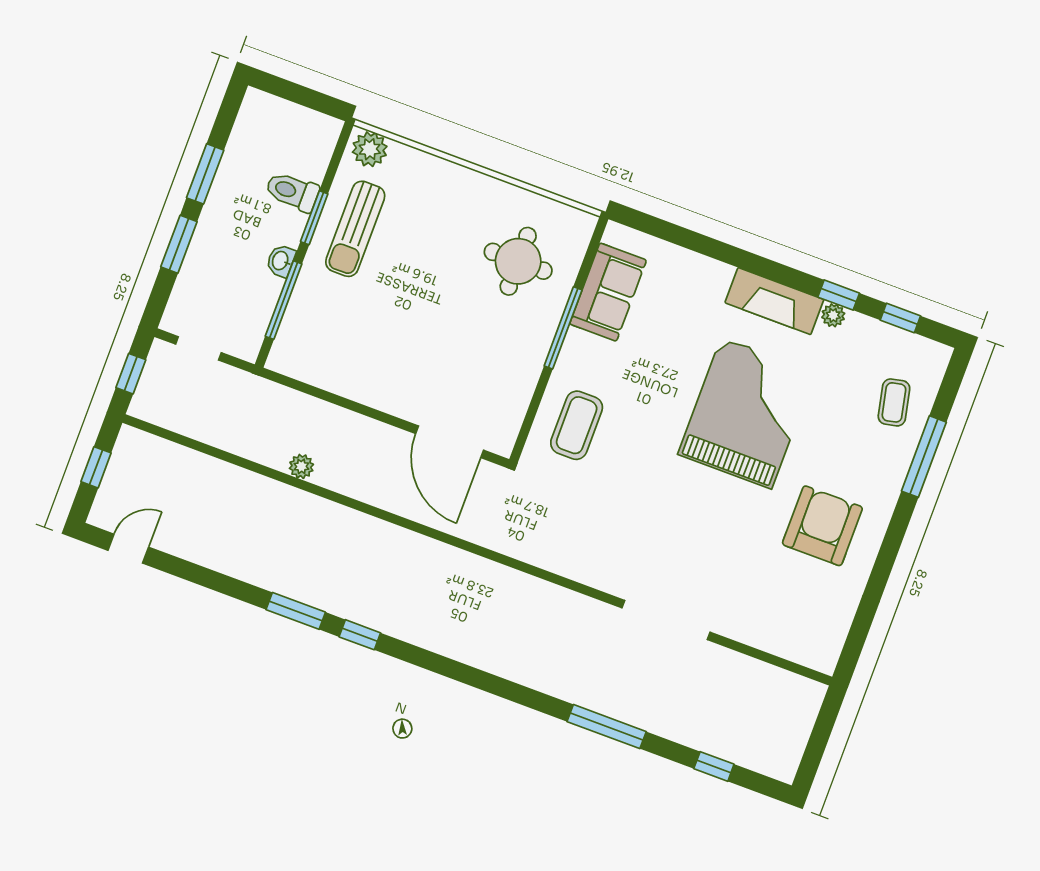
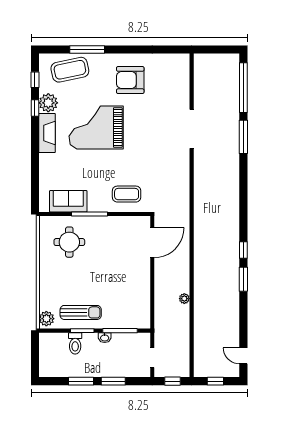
plant: (833, 315) -> (48, 103), width x1.87, depth x1.87
coffee table: (894, 402) -> (70, 70), width x1.86, depth x1.72
window: (714, 766) -> (243, 88), width x3.17

